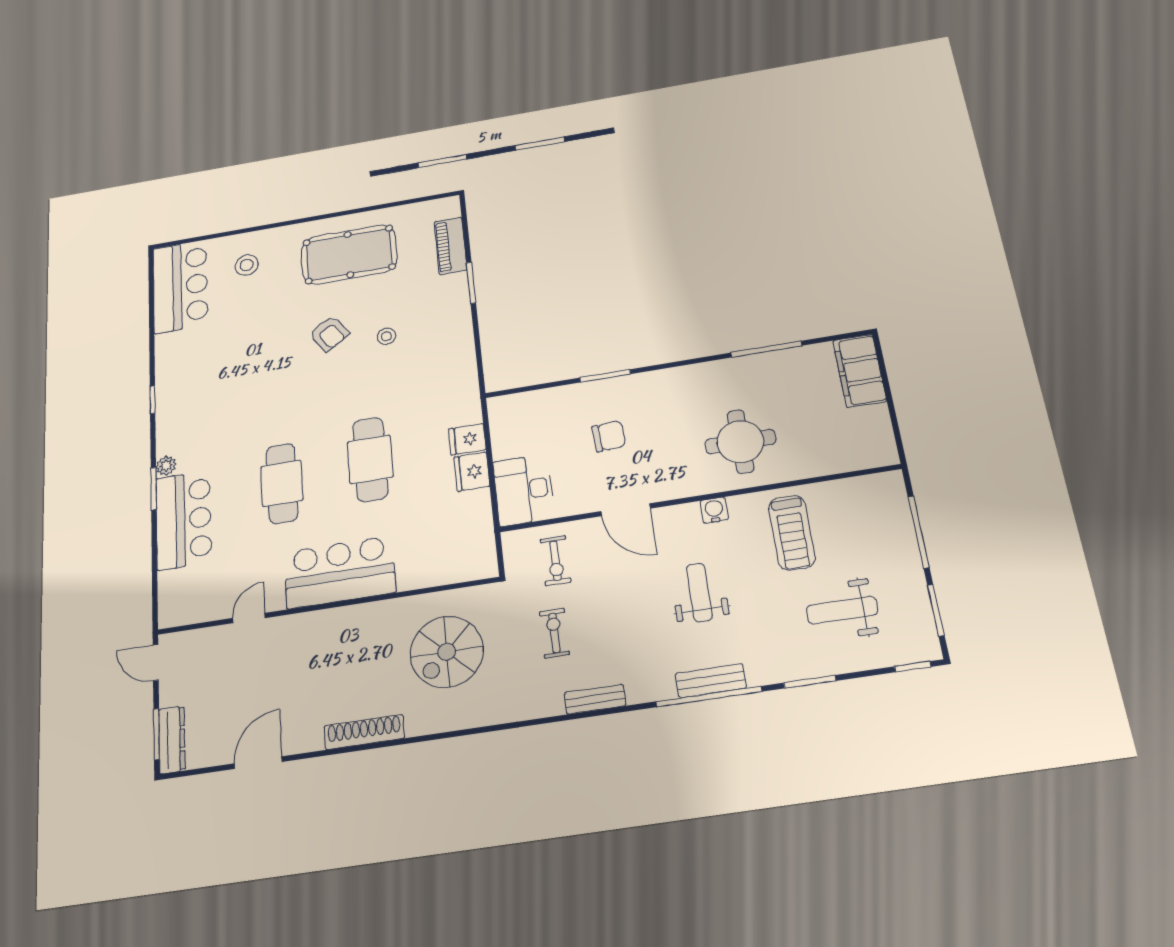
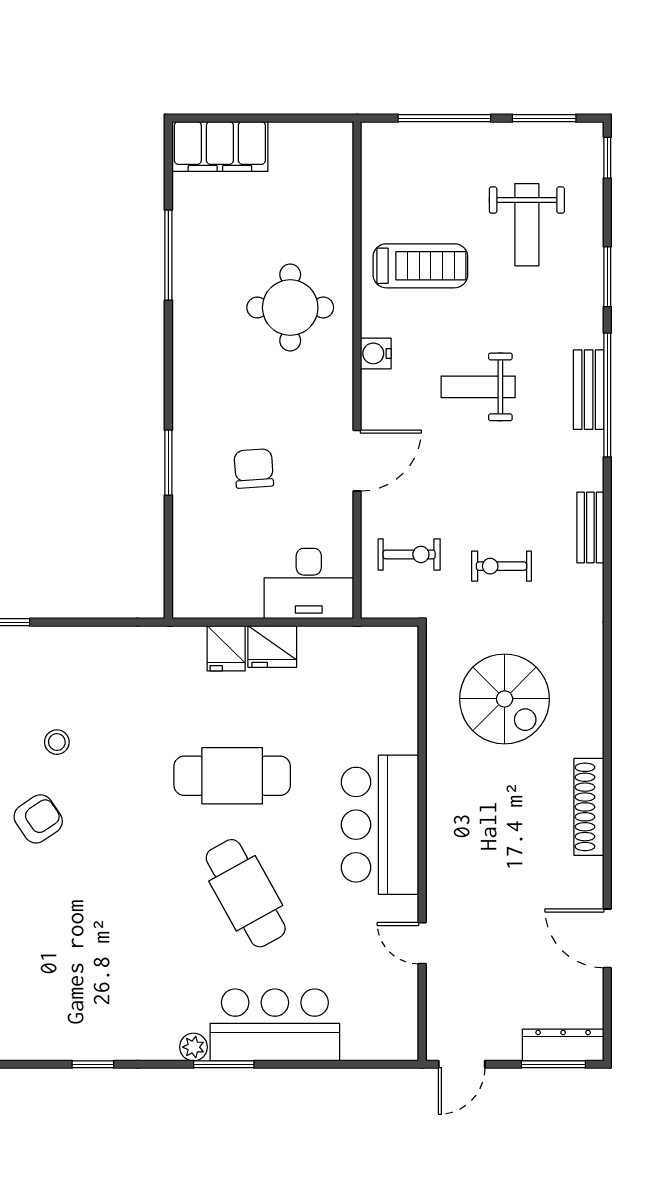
cafe table: (282, 483) -> (246, 893), turned 61

